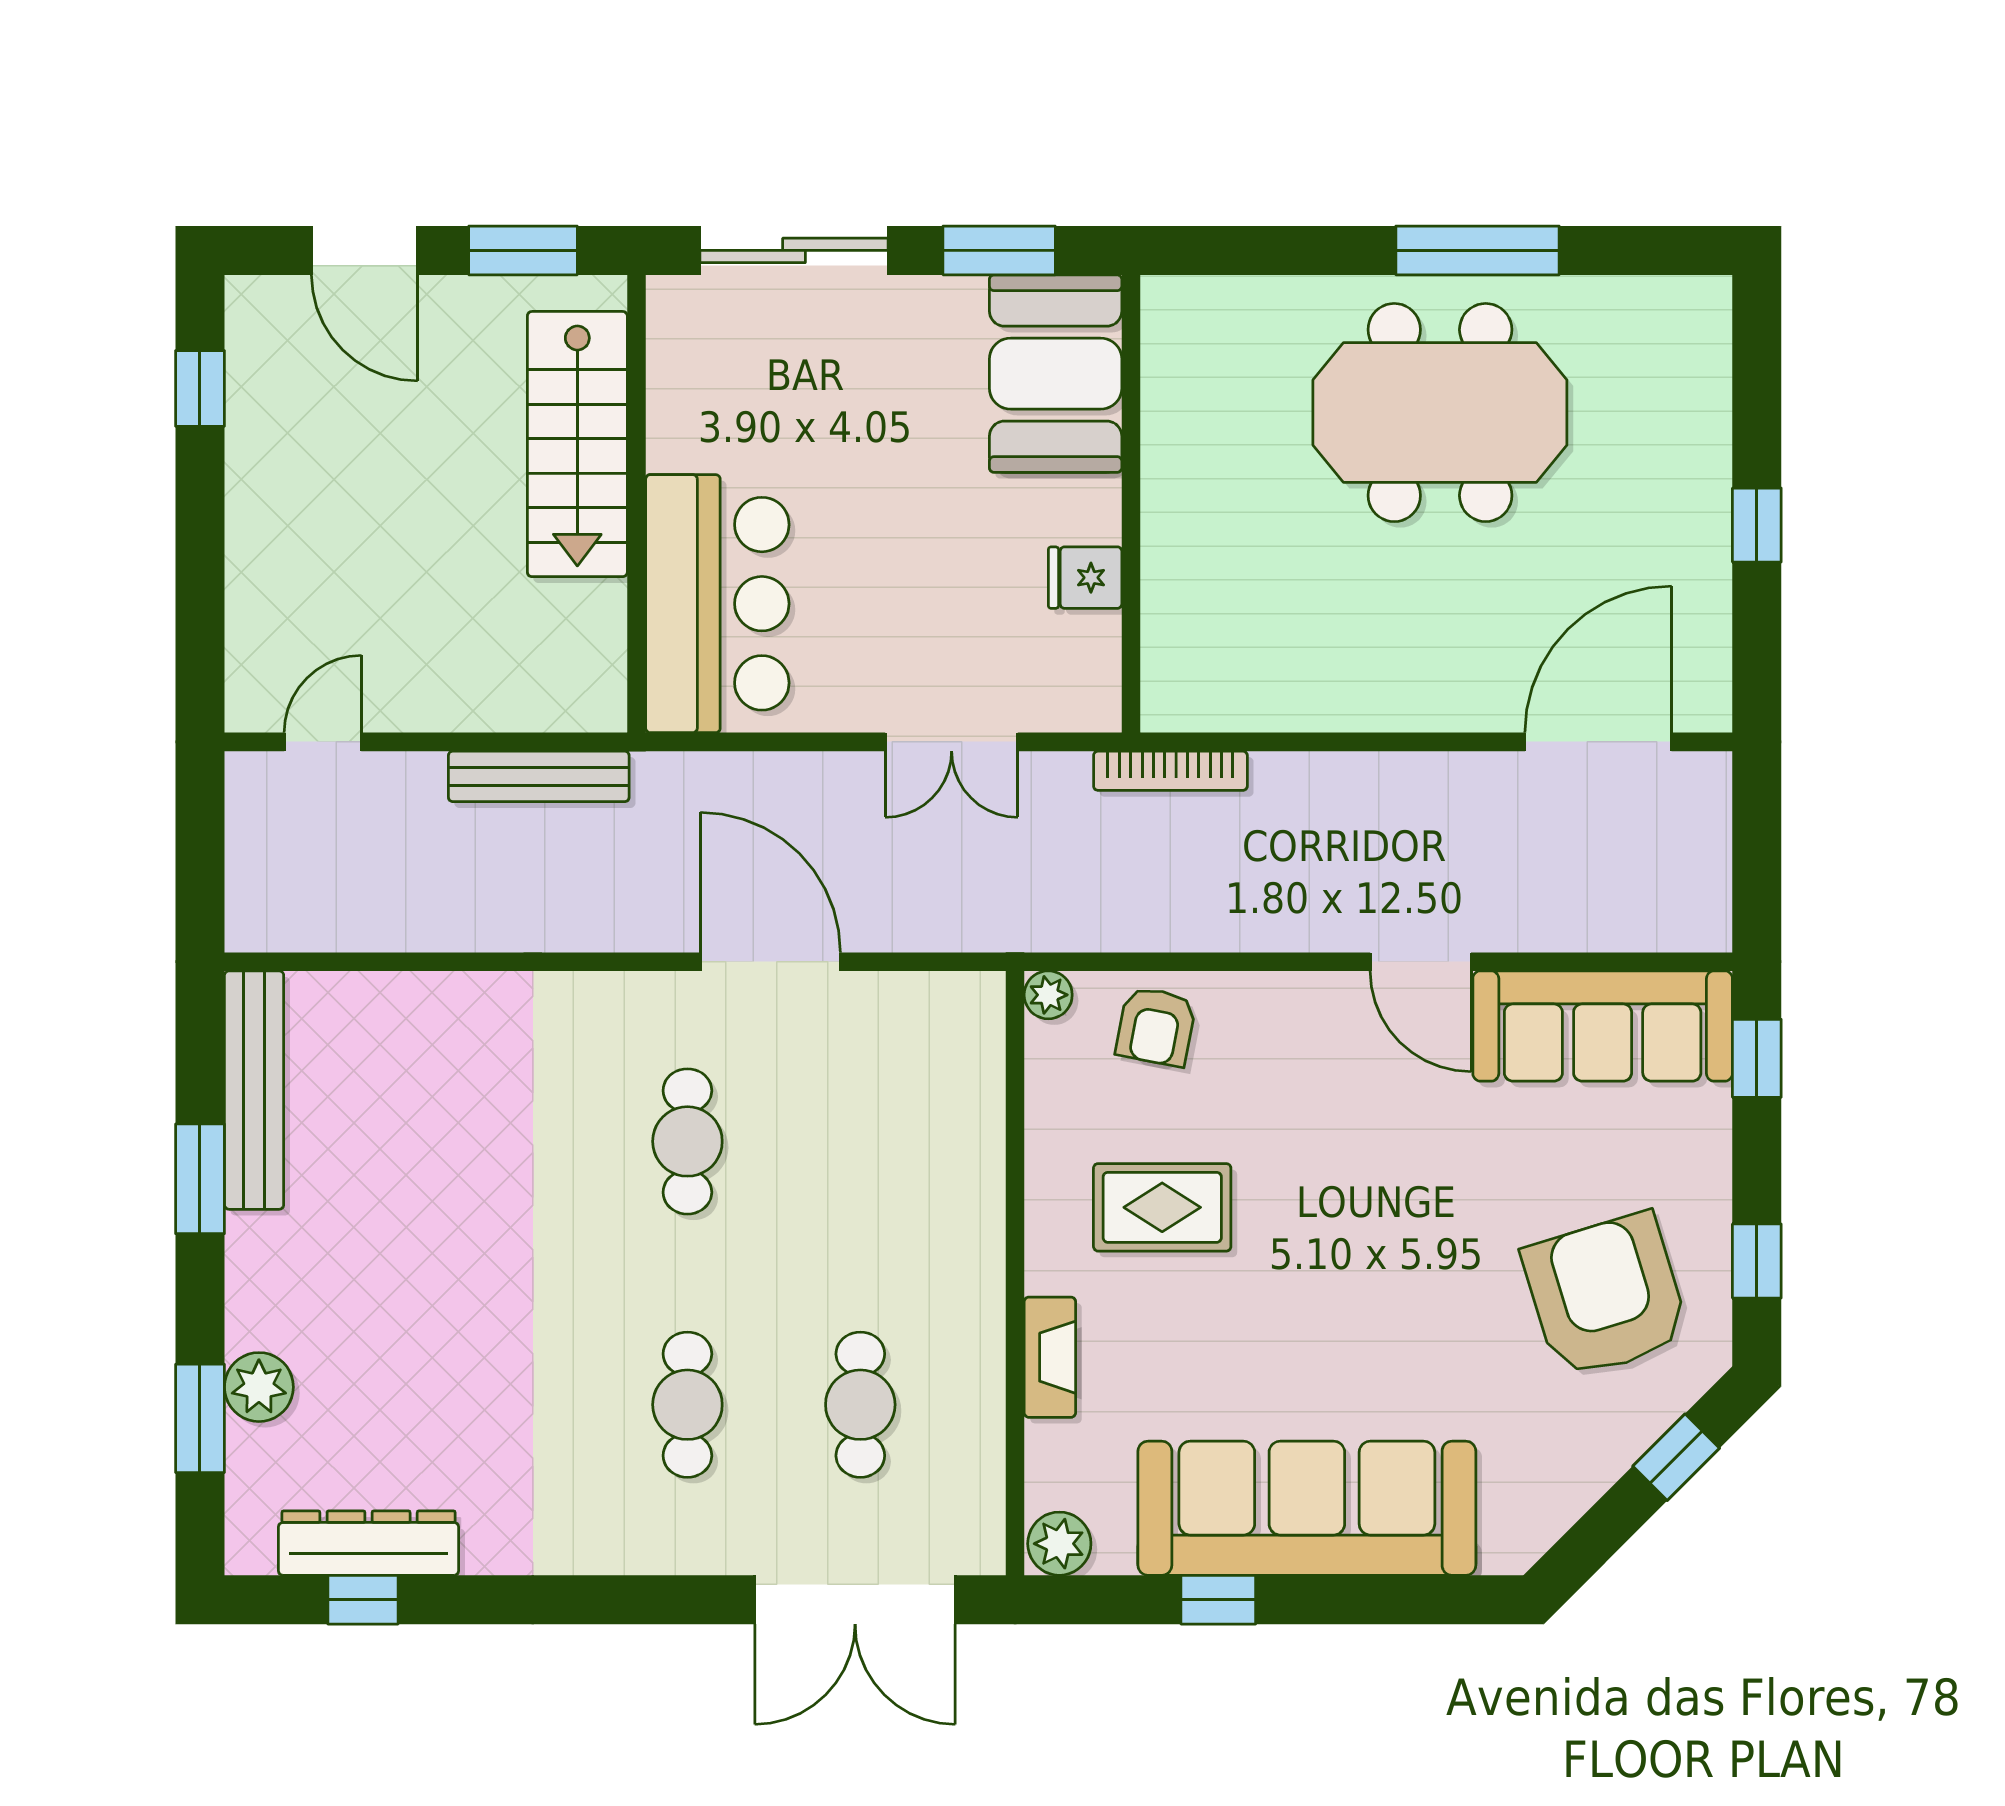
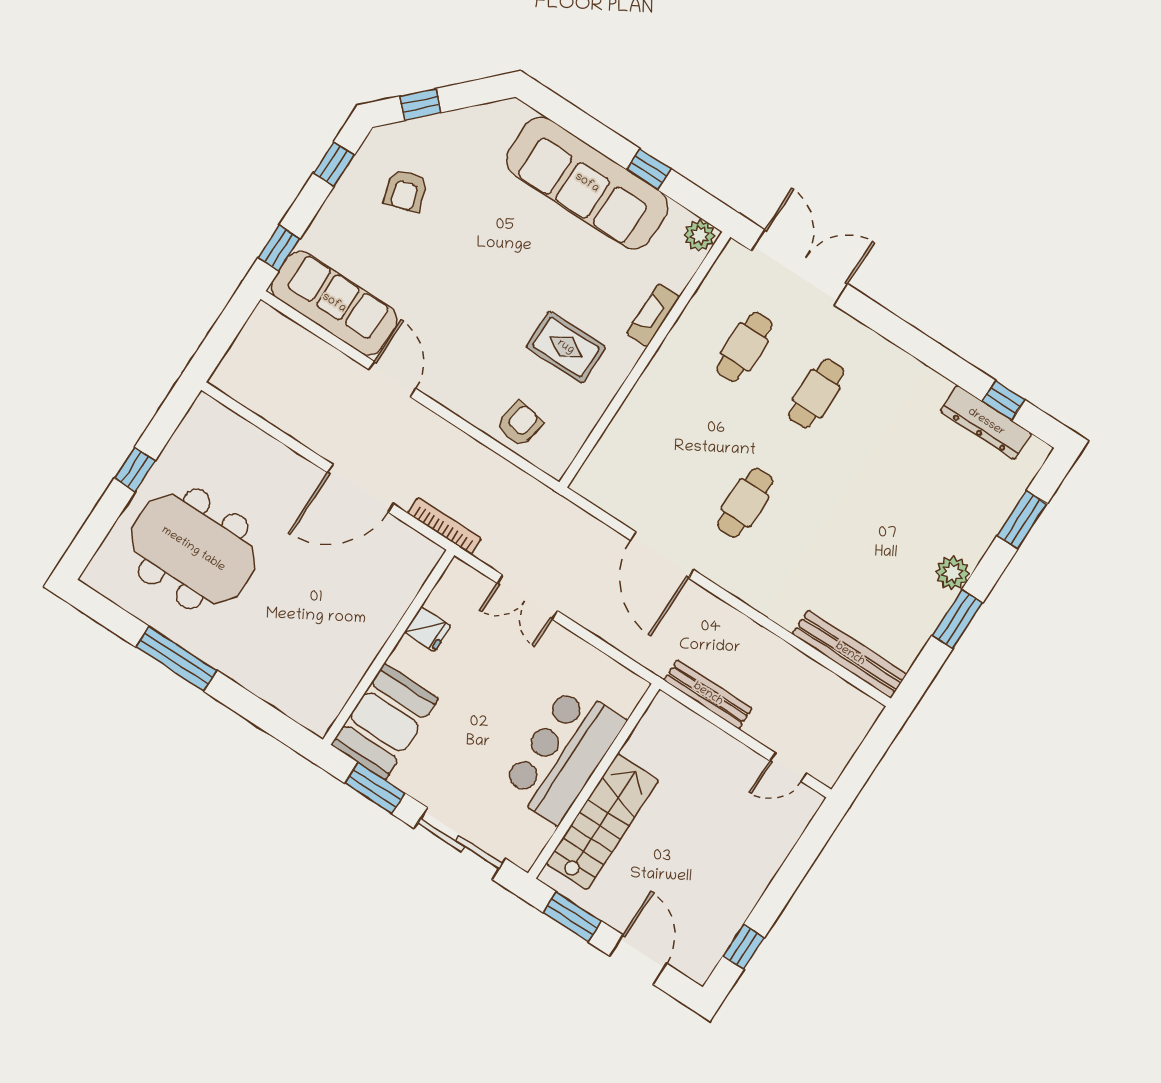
meeting table: (1440, 413) -> (193, 549), moved
bar counter: (717, 604) -> (563, 755), moved
double door: (952, 742) -> (527, 597), swing flipped
door: (1598, 742) -> (361, 488), moved
plant: (1048, 995) -> (556, 466), removed
bench: (254, 1090) -> (850, 654), moved, turned 90
armchair: (1606, 1296) -> (406, 190), width x0.53, depth x0.53
plant: (259, 1387) -> (953, 573), moved

